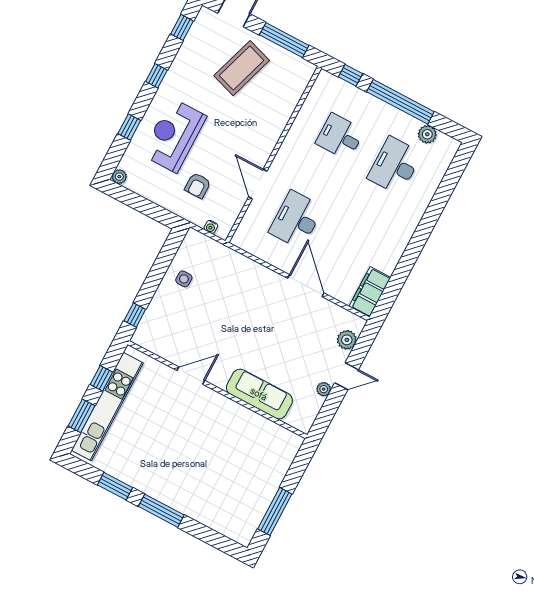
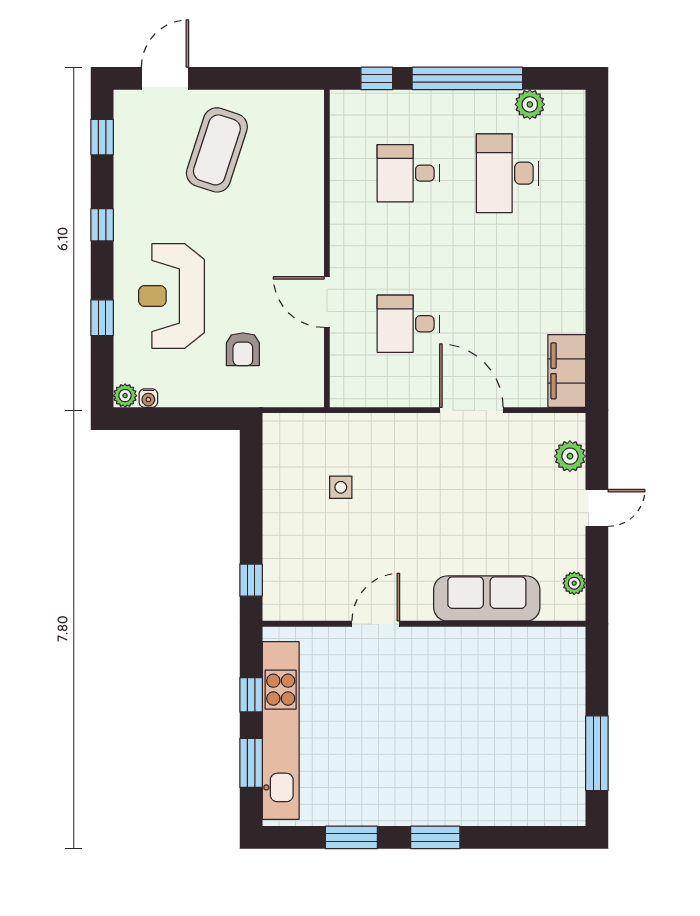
window: (284, 40) -> (256, 78), removed
desk: (296, 220) -> (408, 324), width x0.73
water cooler: (211, 227) -> (148, 398), moved
side table: (184, 279) -> (341, 487), moved
plant: (324, 389) -> (574, 583), moved
window: (161, 511) -> (435, 837), width x0.69

